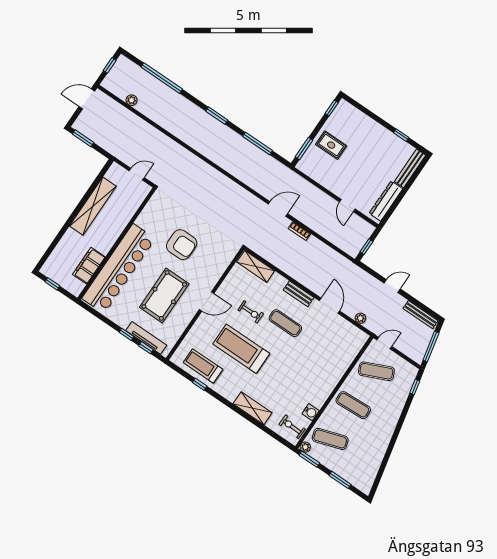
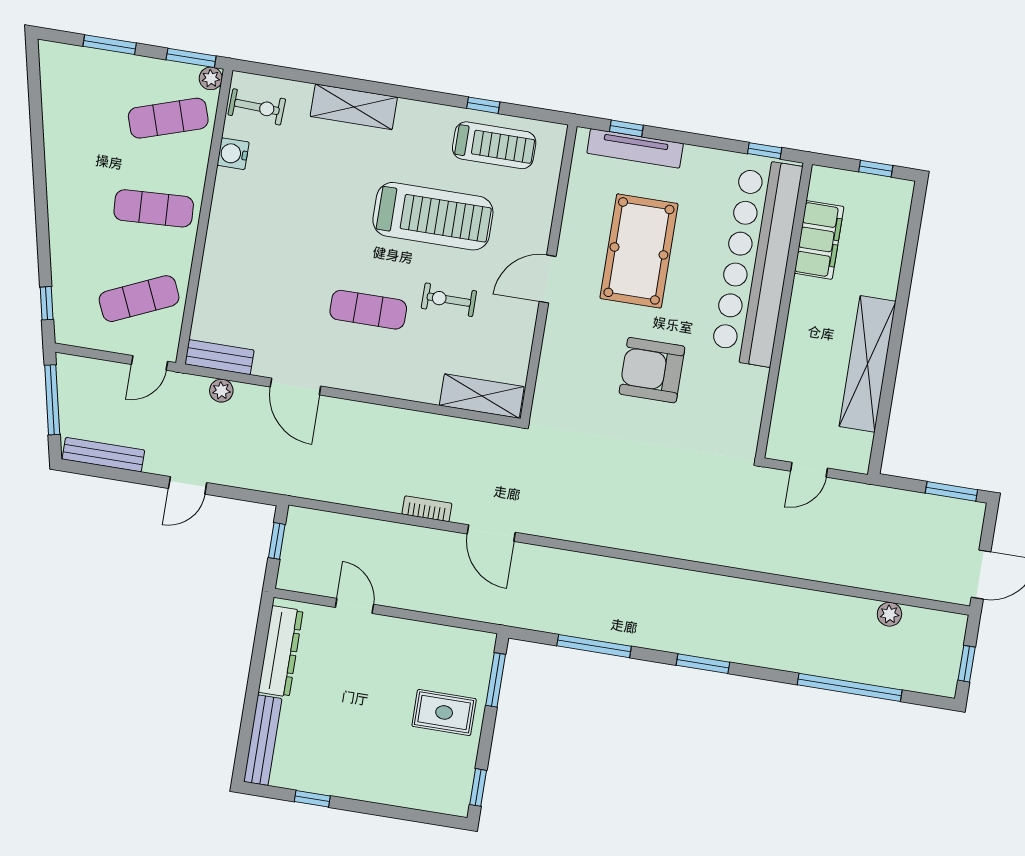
door: (278, 209) -> (491, 533), hinge flipped
bench: (299, 294) -> (219, 357), moved
window: (127, 334) -> (765, 151), moved

